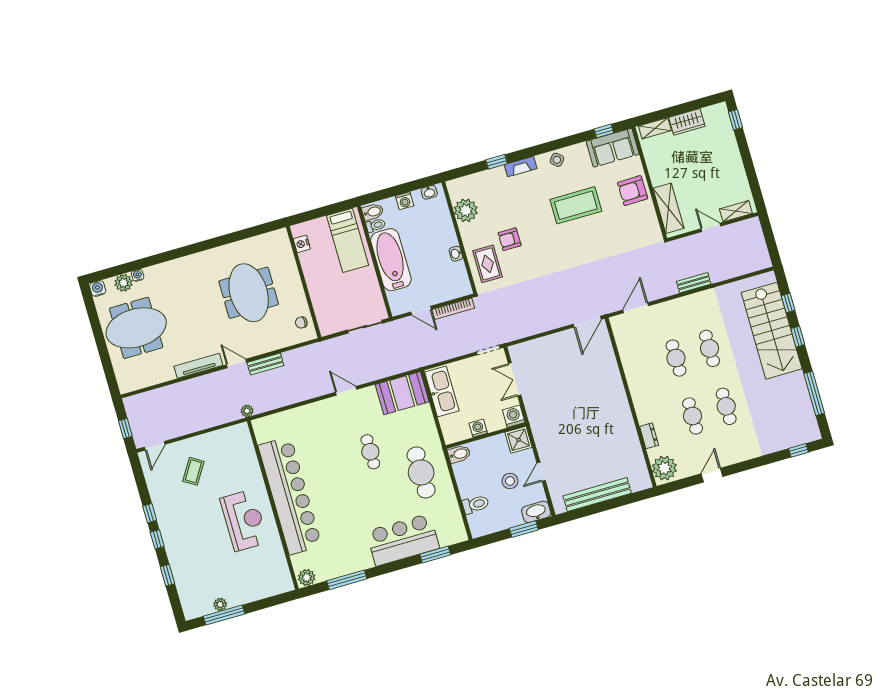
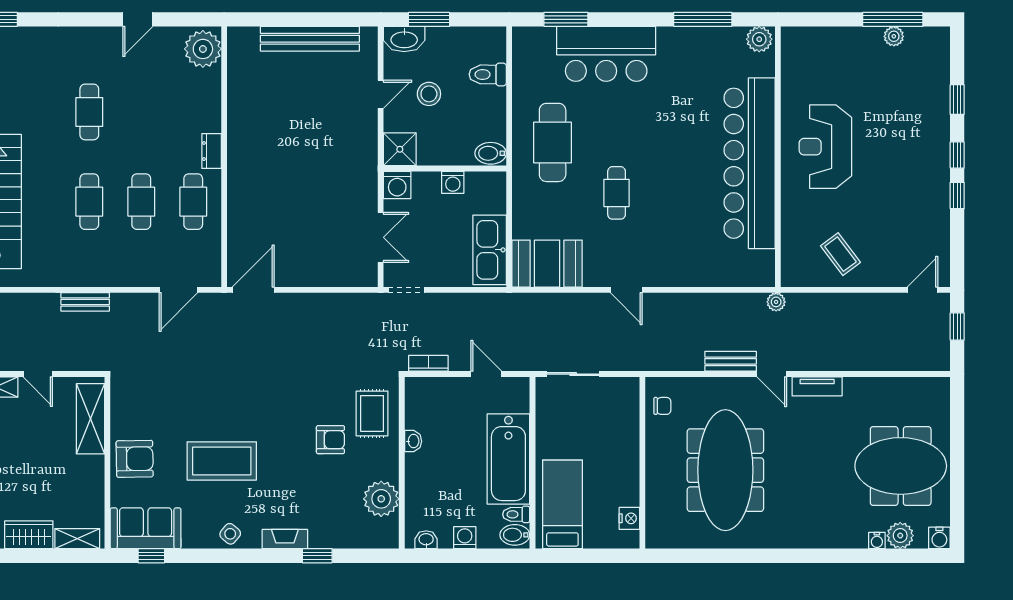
meeting table: (249, 293) -> (725, 470), width x1.36
bookcase: (453, 309) -> (428, 363), width x0.64
tv unit: (198, 366) -> (817, 386), width x0.71
cafe table: (693, 416) -> (193, 202), moved
dresser: (649, 436) -> (212, 151), moved
coffee table: (193, 471) -> (840, 254), moved, turned -69

